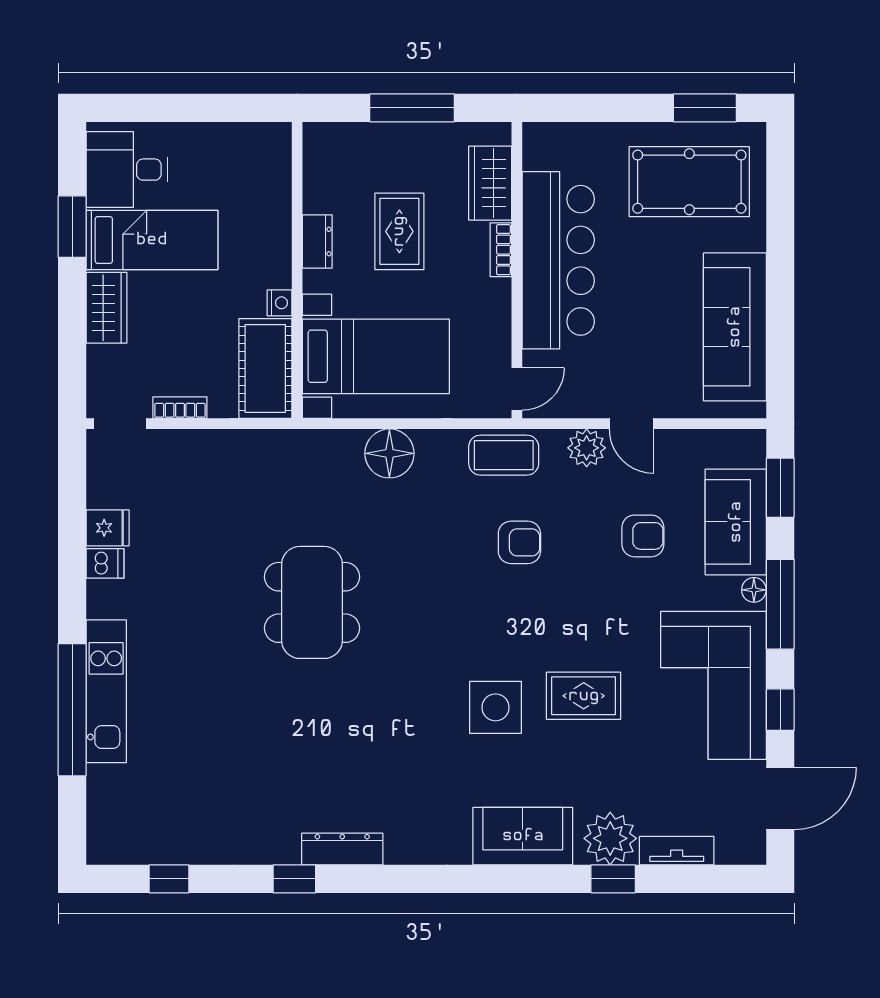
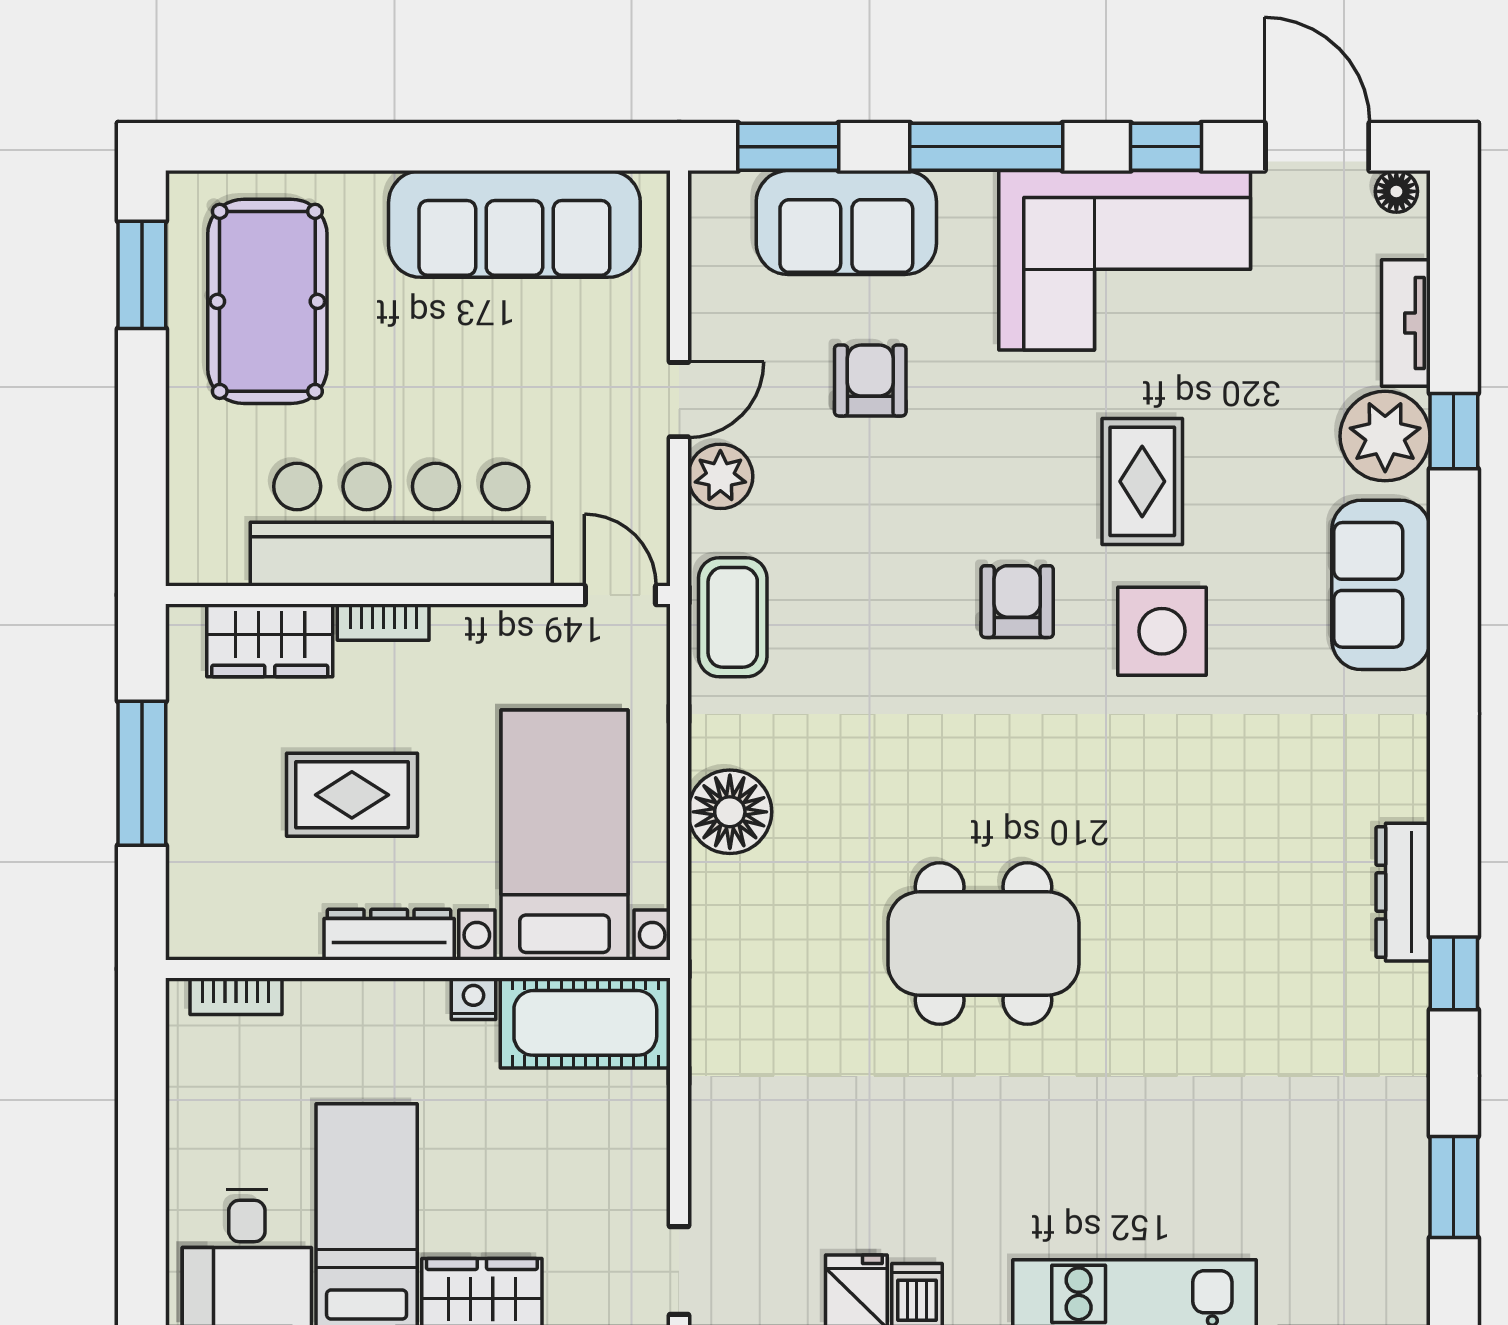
dresser: (317, 242) -> (389, 935), width x1.44
bookcase: (180, 408) -> (236, 996), moved, turned -90
armchair: (519, 542) -> (1017, 602), moved
floor lamp: (754, 590) -> (1396, 191), moved
window: (169, 879) -> (1454, 1187), width x1.50

